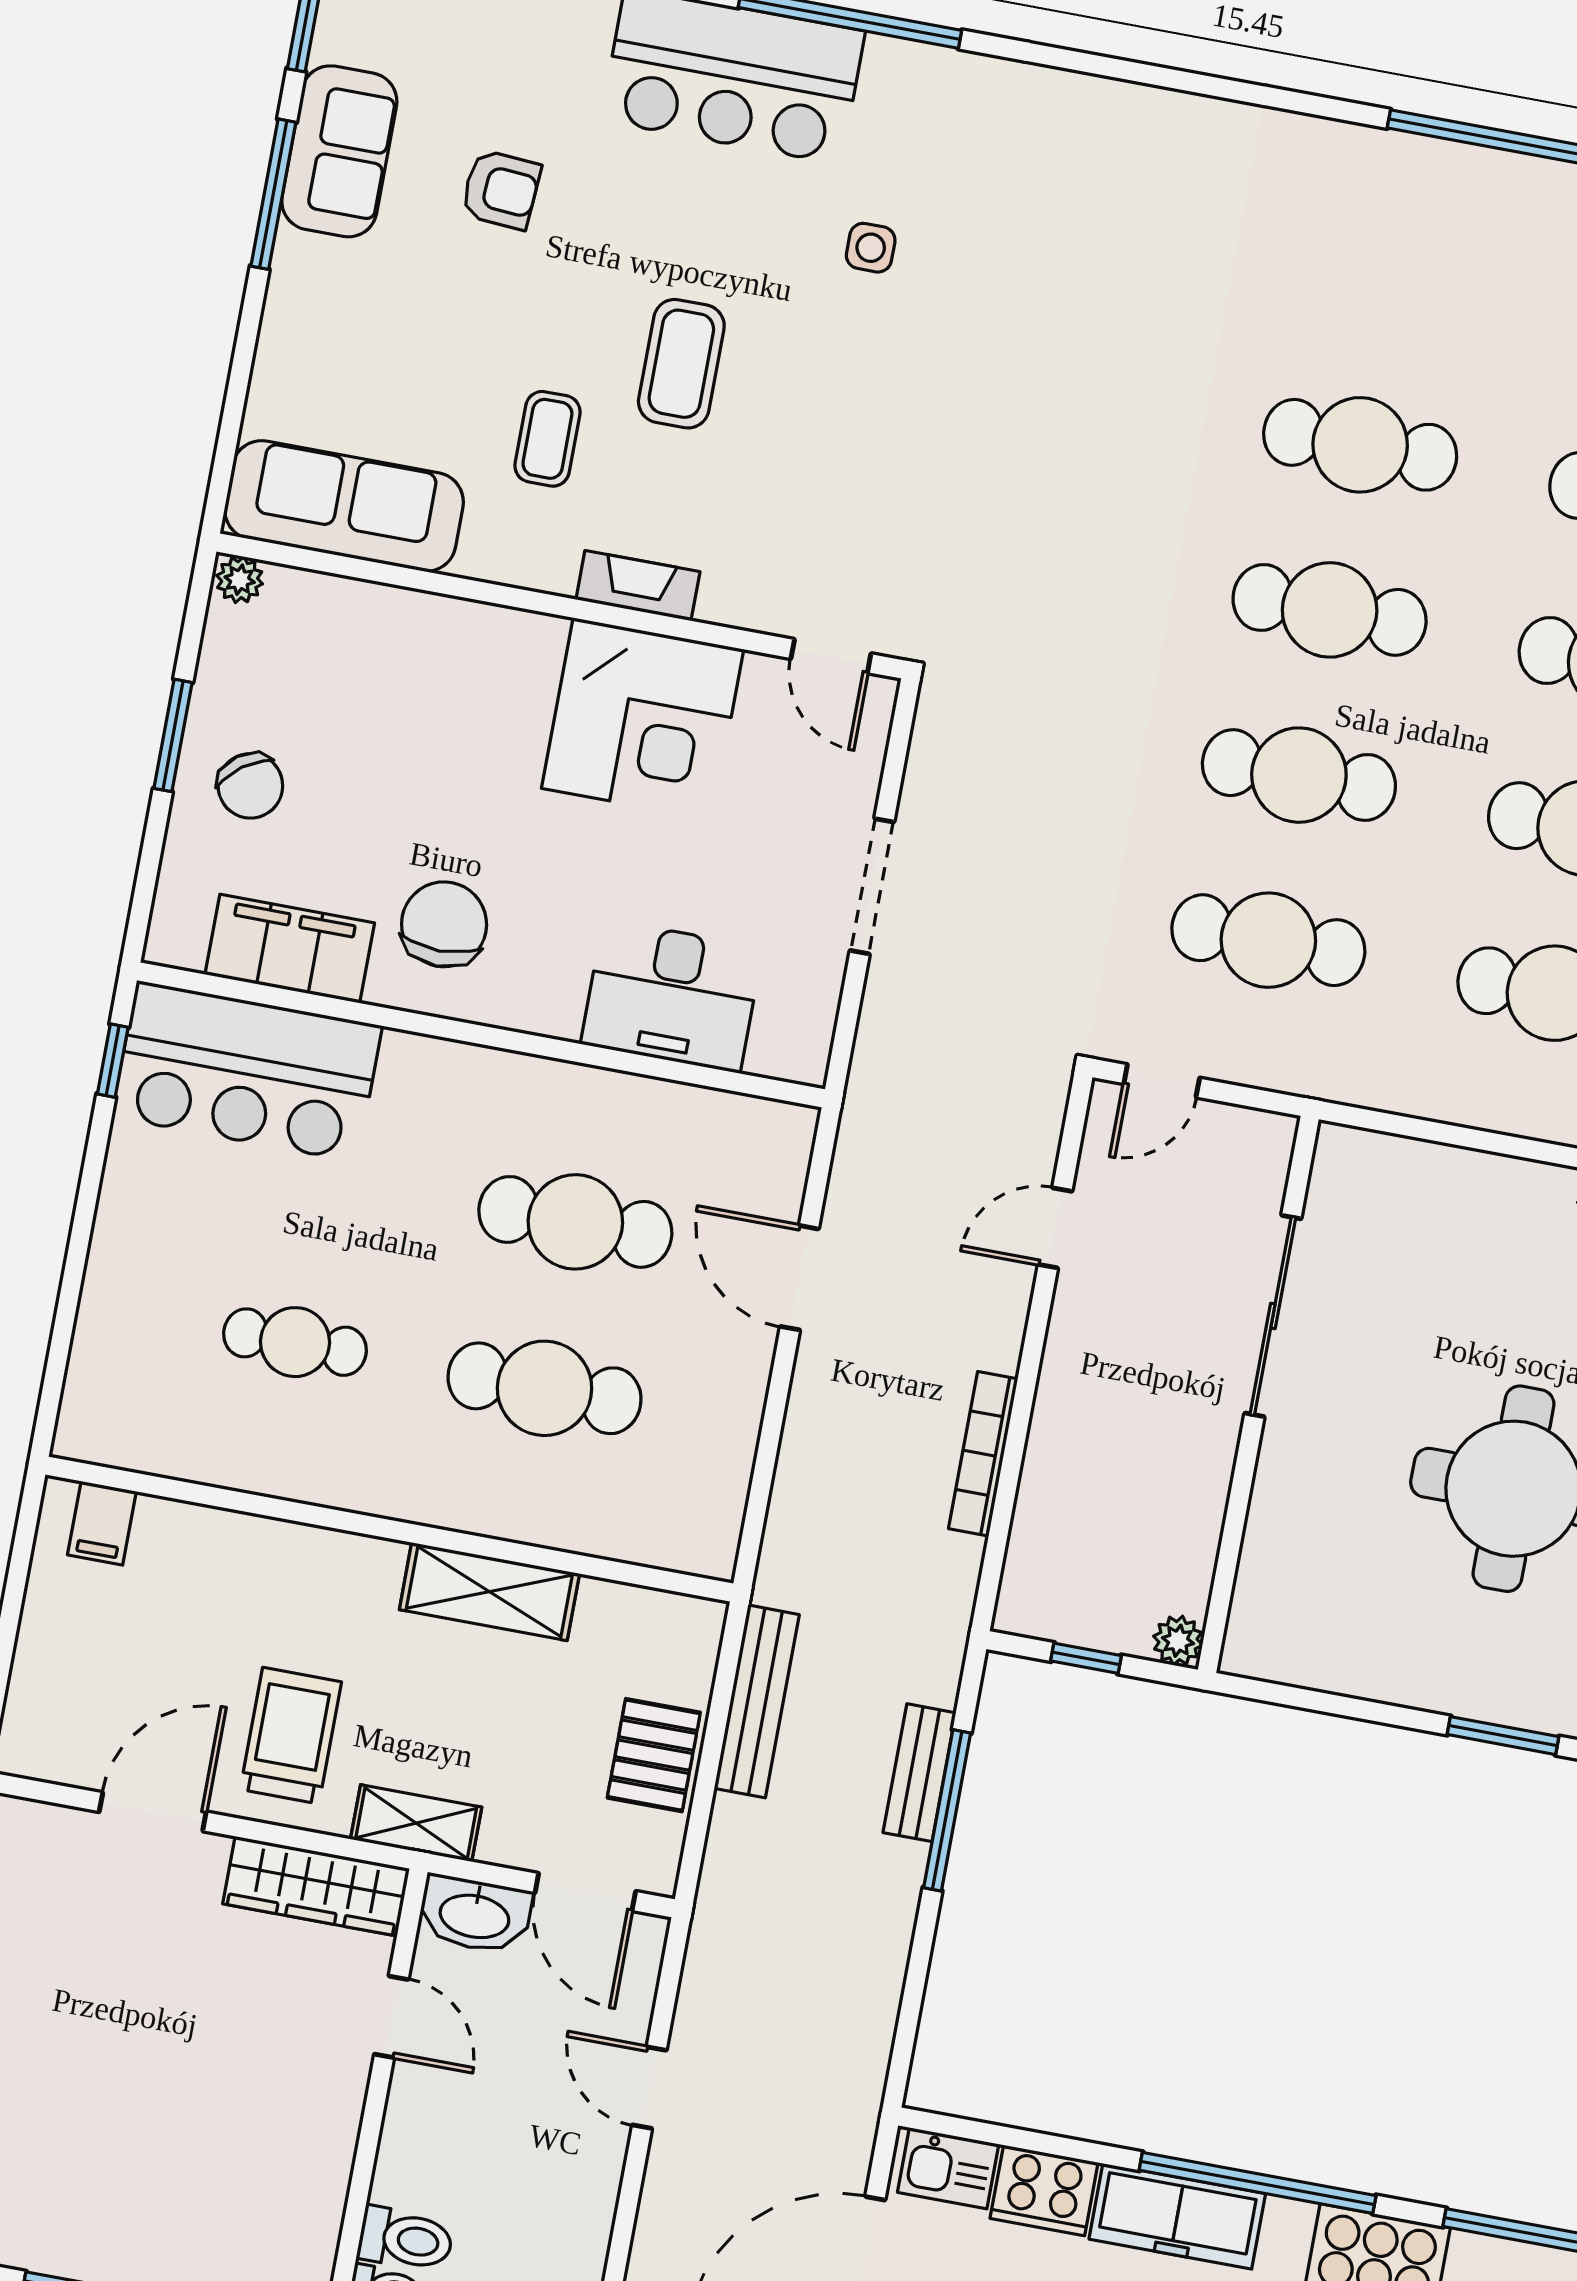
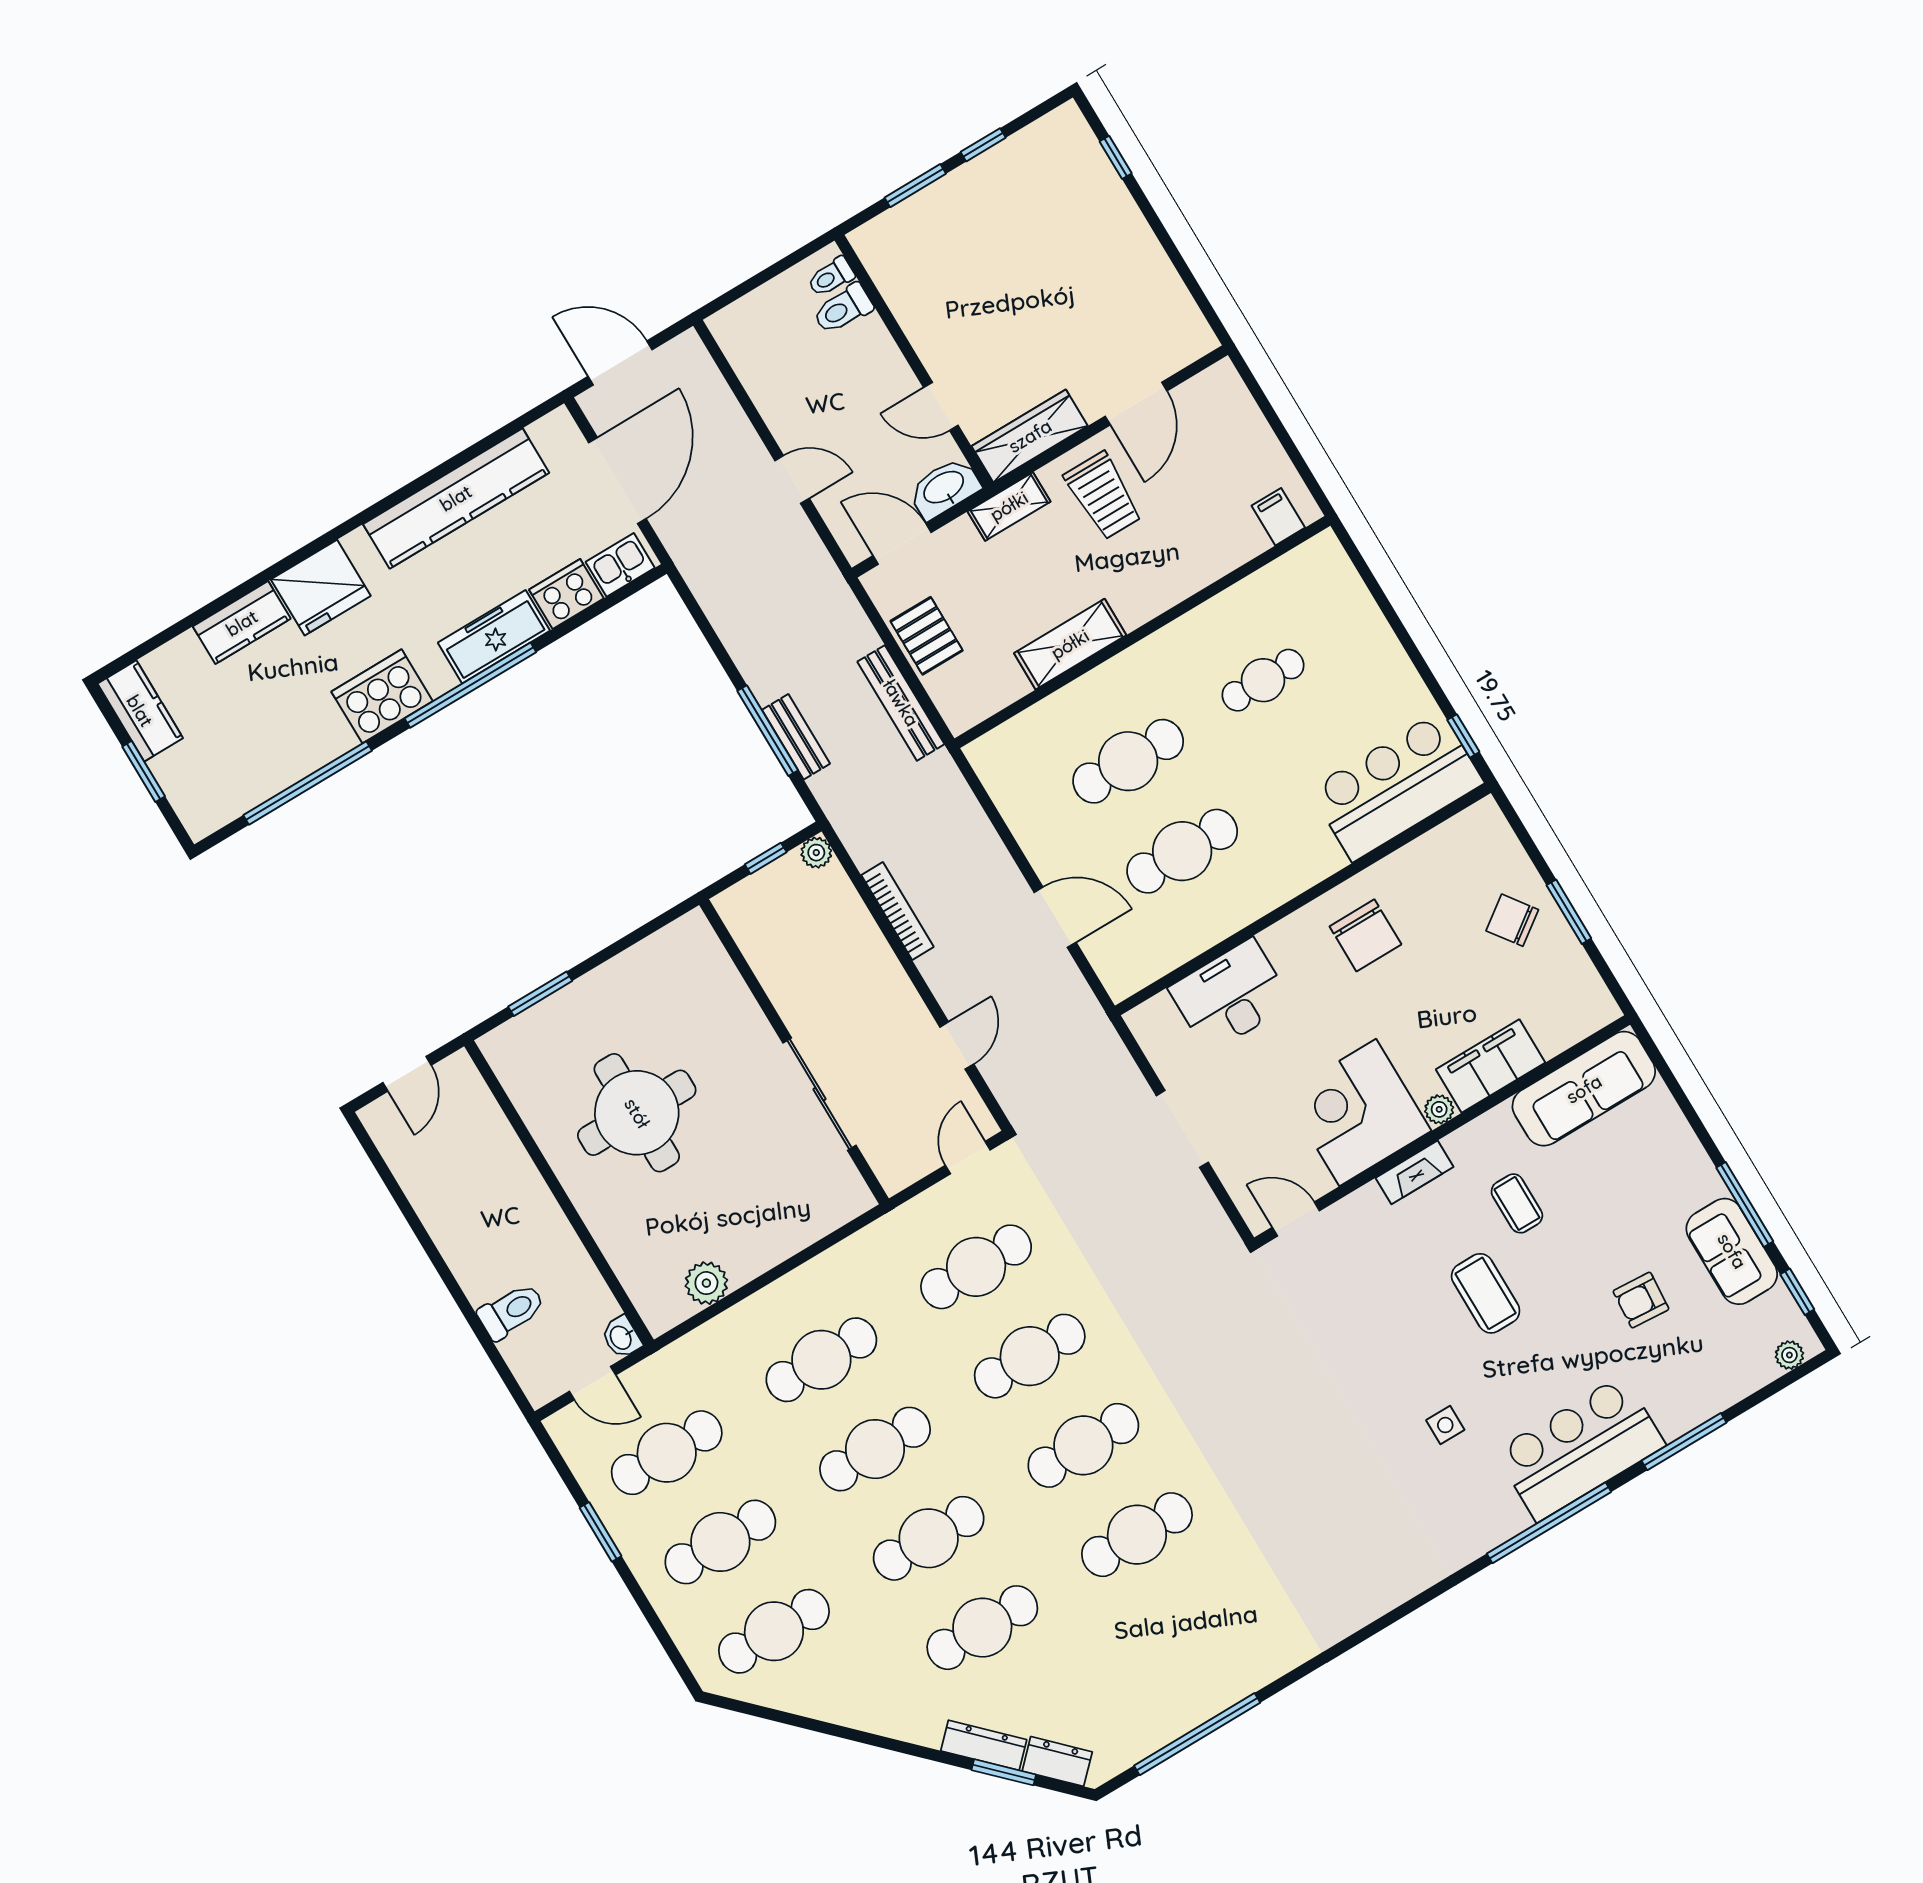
plant: (240, 580) -> (1439, 1109), moved
filing cabinet: (290, 949) -> (1491, 1066), moved, turned 180
plant: (1178, 1641) -> (816, 853), moved

